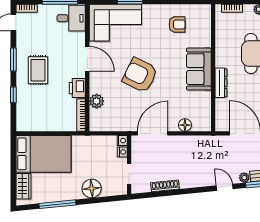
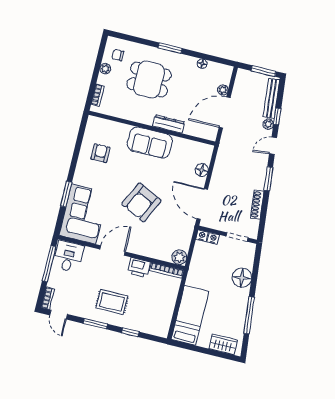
plant: (97, 101) -> (179, 257), moved
bed: (44, 154) -> (190, 315), width x0.67
window: (192, 191) -> (268, 179), added

